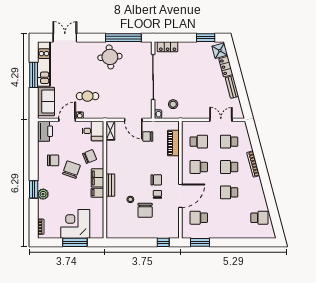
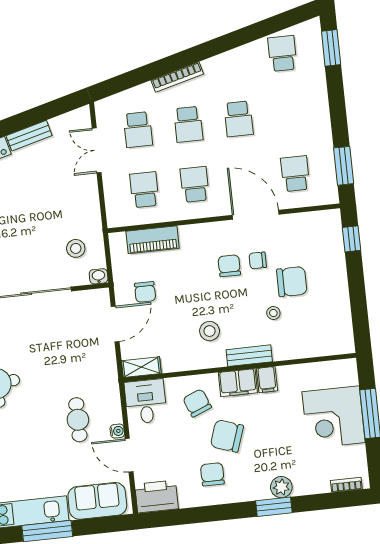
stool: (125, 167) -> (210, 331), added
school desk: (199, 167) -> (195, 184), turned 180
school desk: (199, 218) -> (295, 174), turned 180
window: (260, 242) -> (331, 48), added

